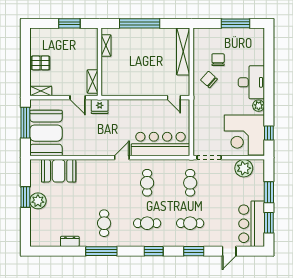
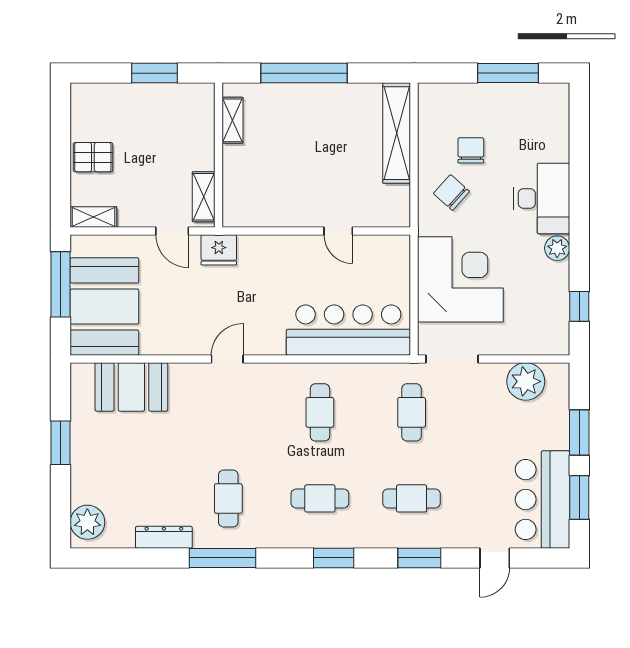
door: (174, 98) -> (338, 231), moved
corner desk: (244, 135) -> (460, 279), moved, turned 180
door: (122, 158) -> (227, 359), moved
plant: (38, 201) -> (87, 522), moved
dresser: (70, 241) -> (164, 537), width x1.44

